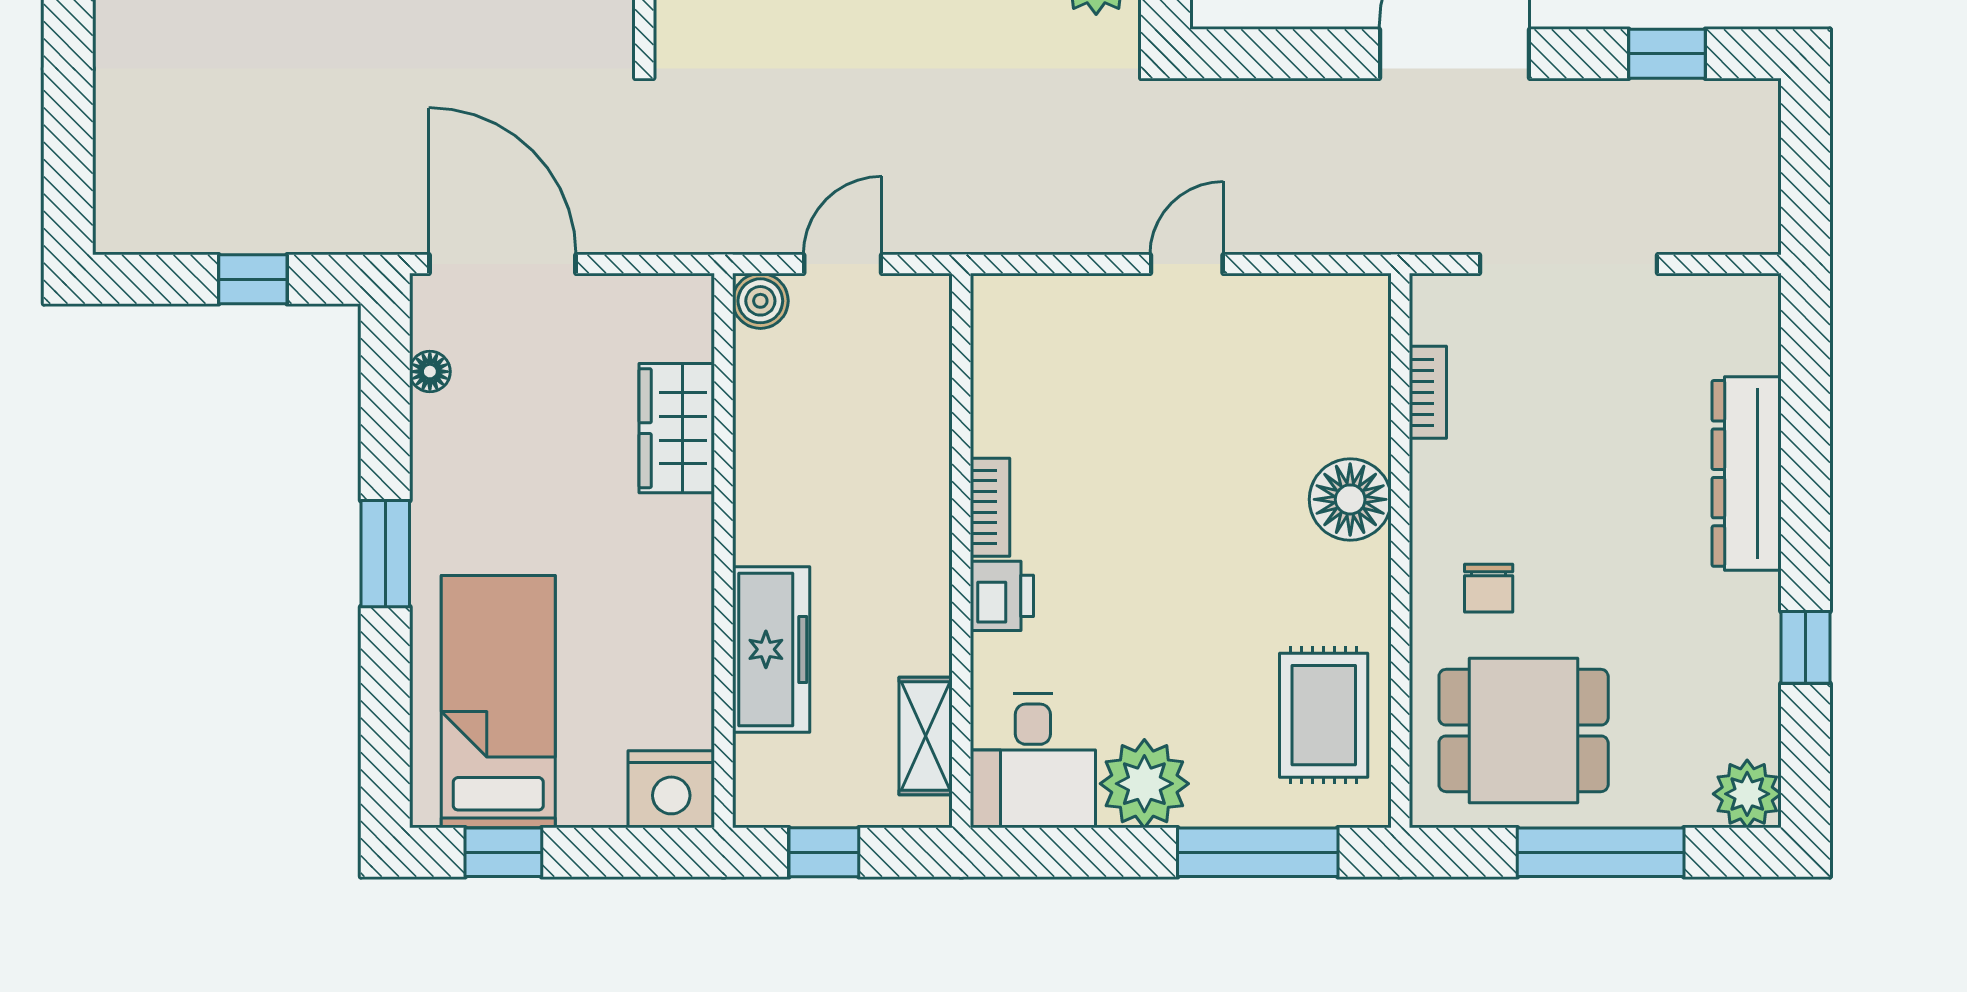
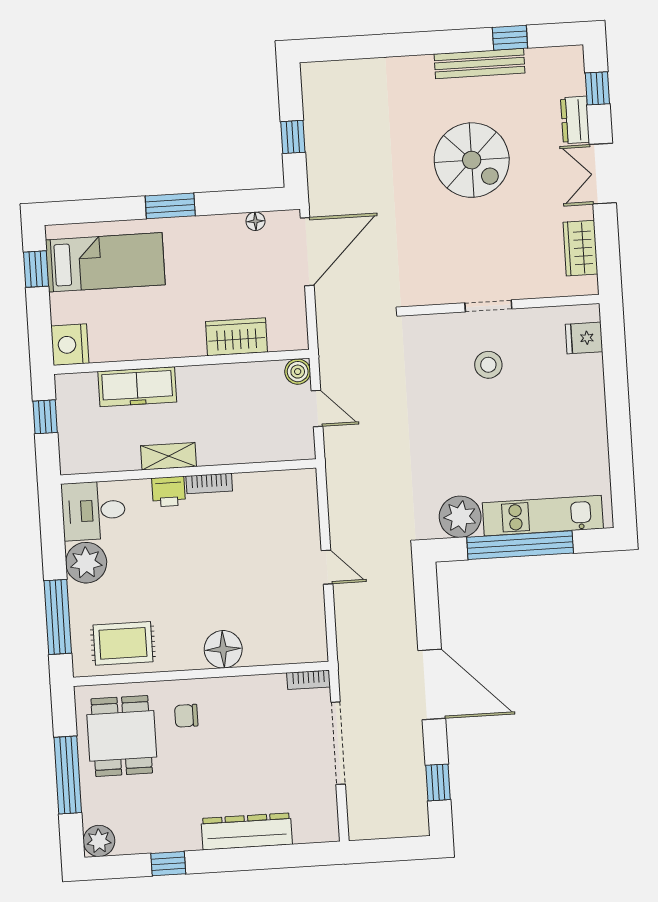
bookcase: (1428, 392) -> (309, 680), moved
shelving: (926, 736) -> (169, 456), moved

